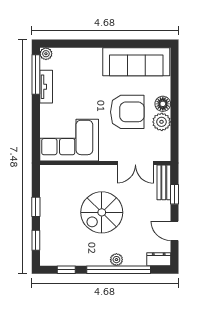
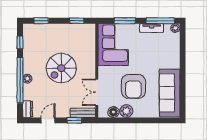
floor lamp: (163, 104) -> (113, 112), moved
window: (36, 124) -> (125, 21), added
window: (36, 207) -> (77, 21), moved
spiral stairs: (102, 212) -> (61, 68), turned -90

